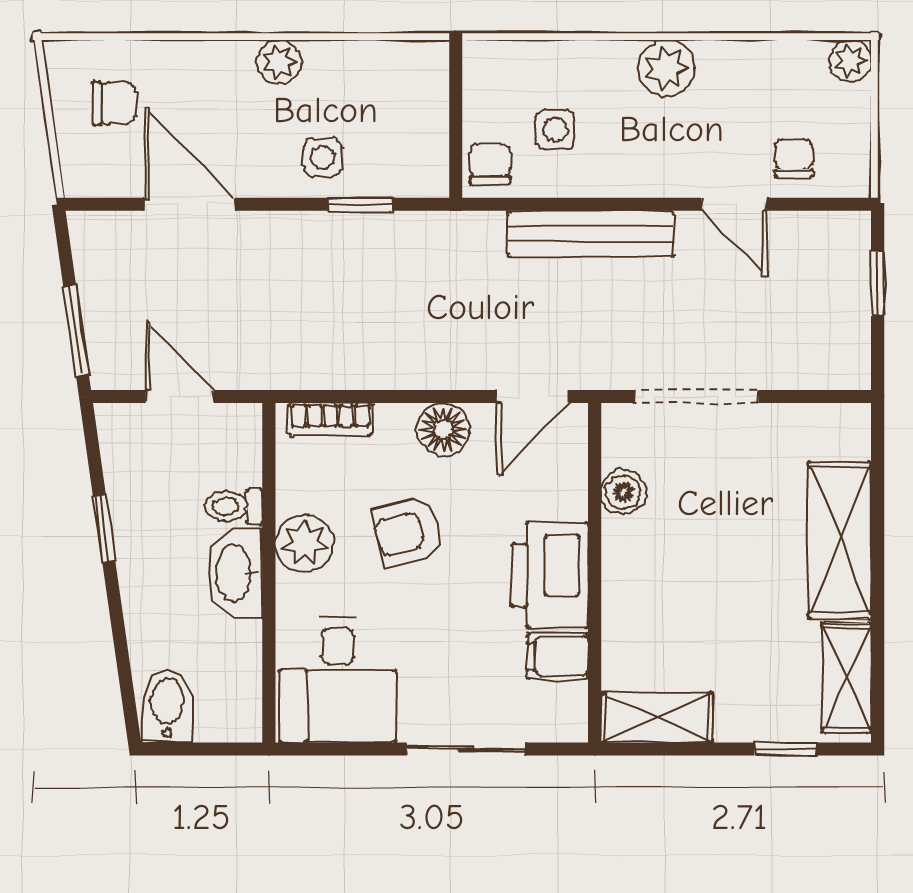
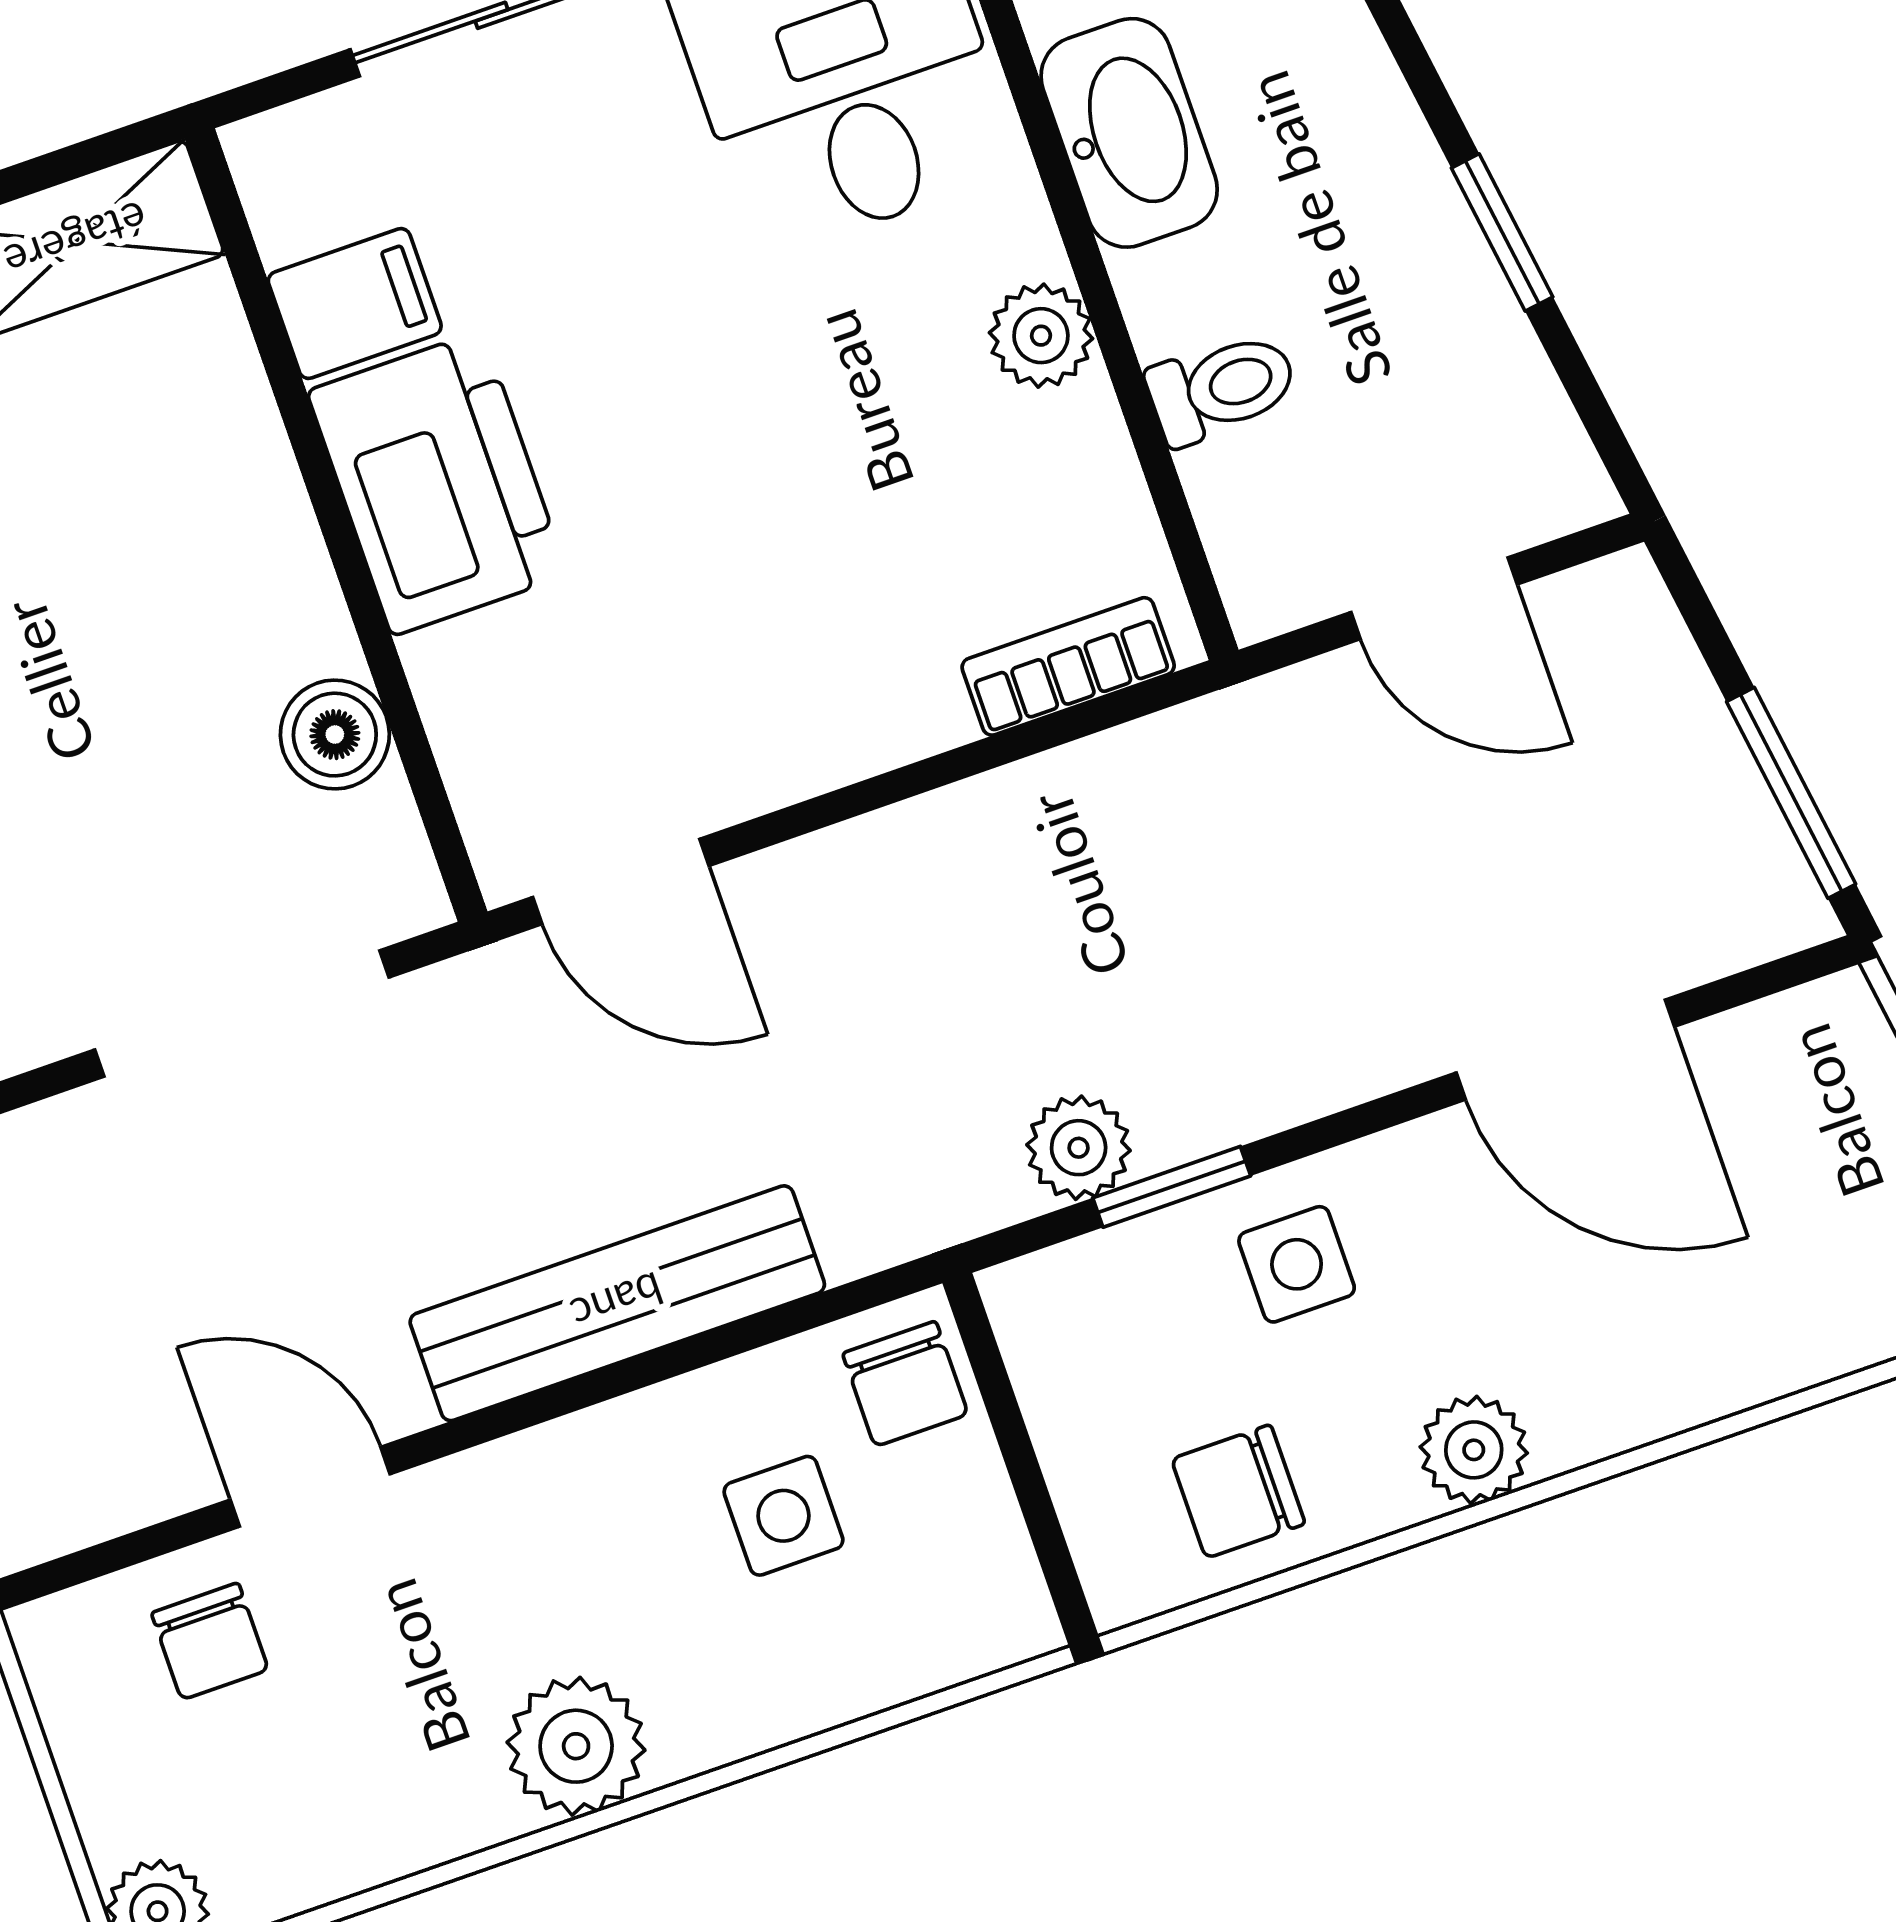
chair: (114, 103) -> (1238, 1491), moved
plant: (391, 232) -> (1079, 1148), added
window: (76, 330) -> (1791, 793), moved
door: (532, 397) -> (621, 882), swing flipped
floor lamp: (443, 429) -> (800, 734), removed
armchair: (408, 532) -> (800, 469), removed
plant: (304, 543) -> (1041, 336), width x0.73, depth x0.73
washbasin: (235, 573) -> (1129, 133), moved

